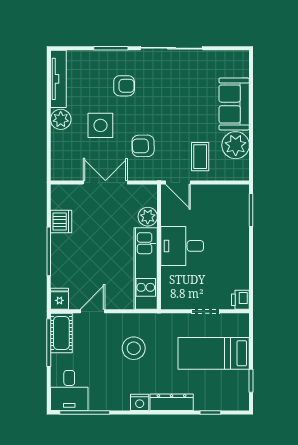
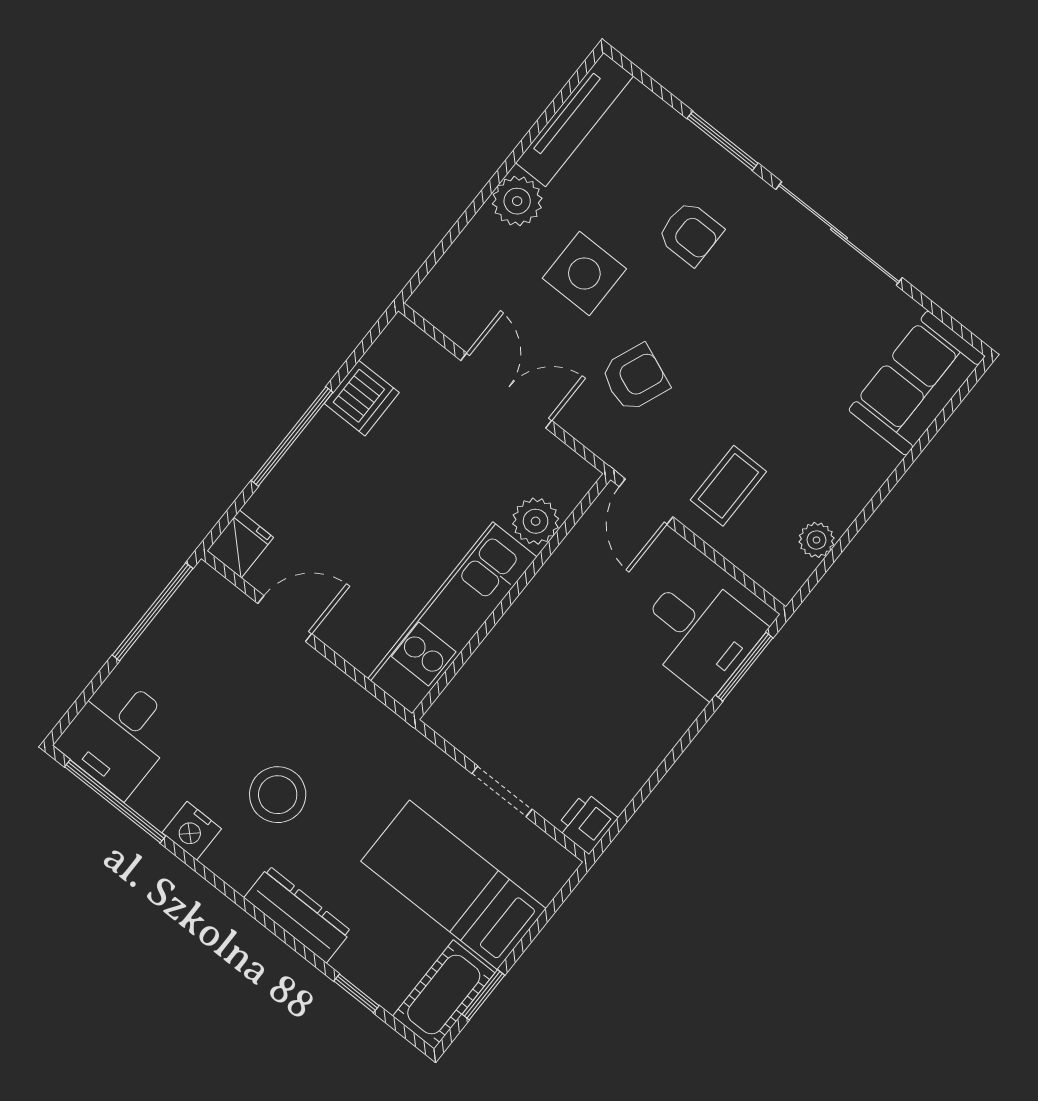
sofa: (234, 104) -> (917, 383), moved
plant: (236, 145) -> (817, 540), width x0.53, depth x0.53
armchair: (143, 146) -> (635, 378), turned 113
desk: (182, 246) -> (699, 632), moved, turned 180
cot: (61, 333) -> (444, 995), moved
stool: (134, 348) -> (278, 795), moved
nightstand: (140, 402) -> (192, 831), moved

